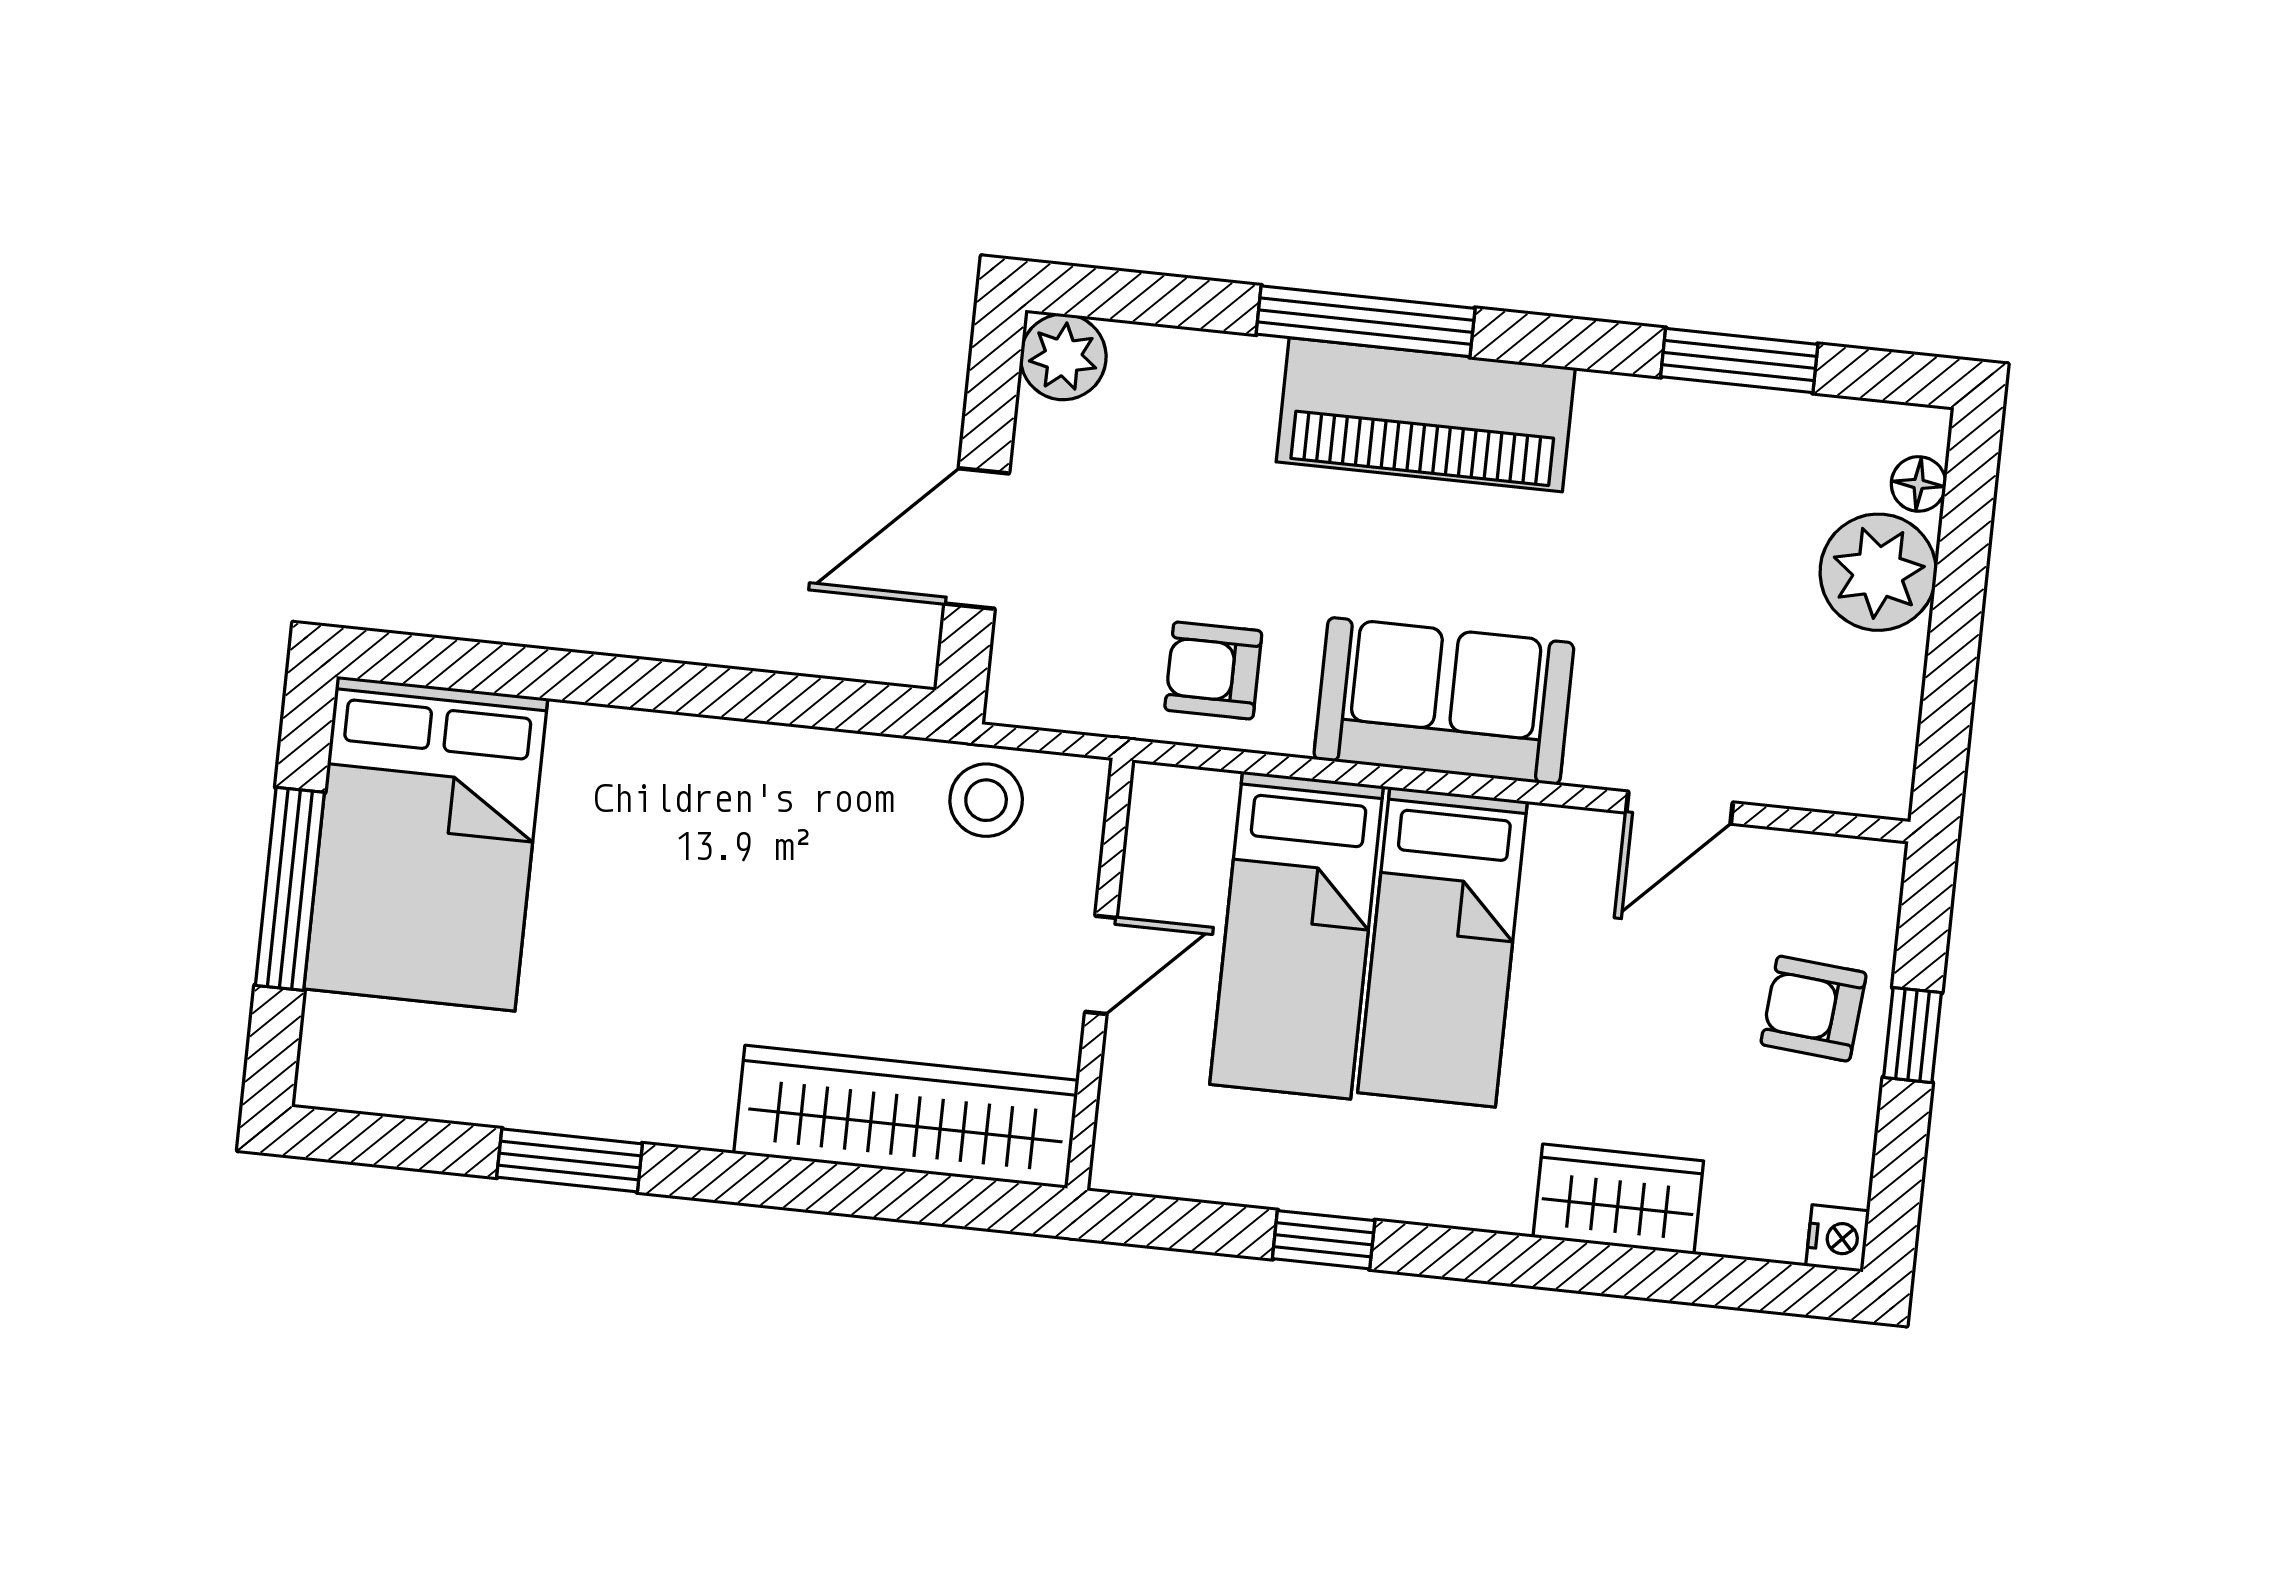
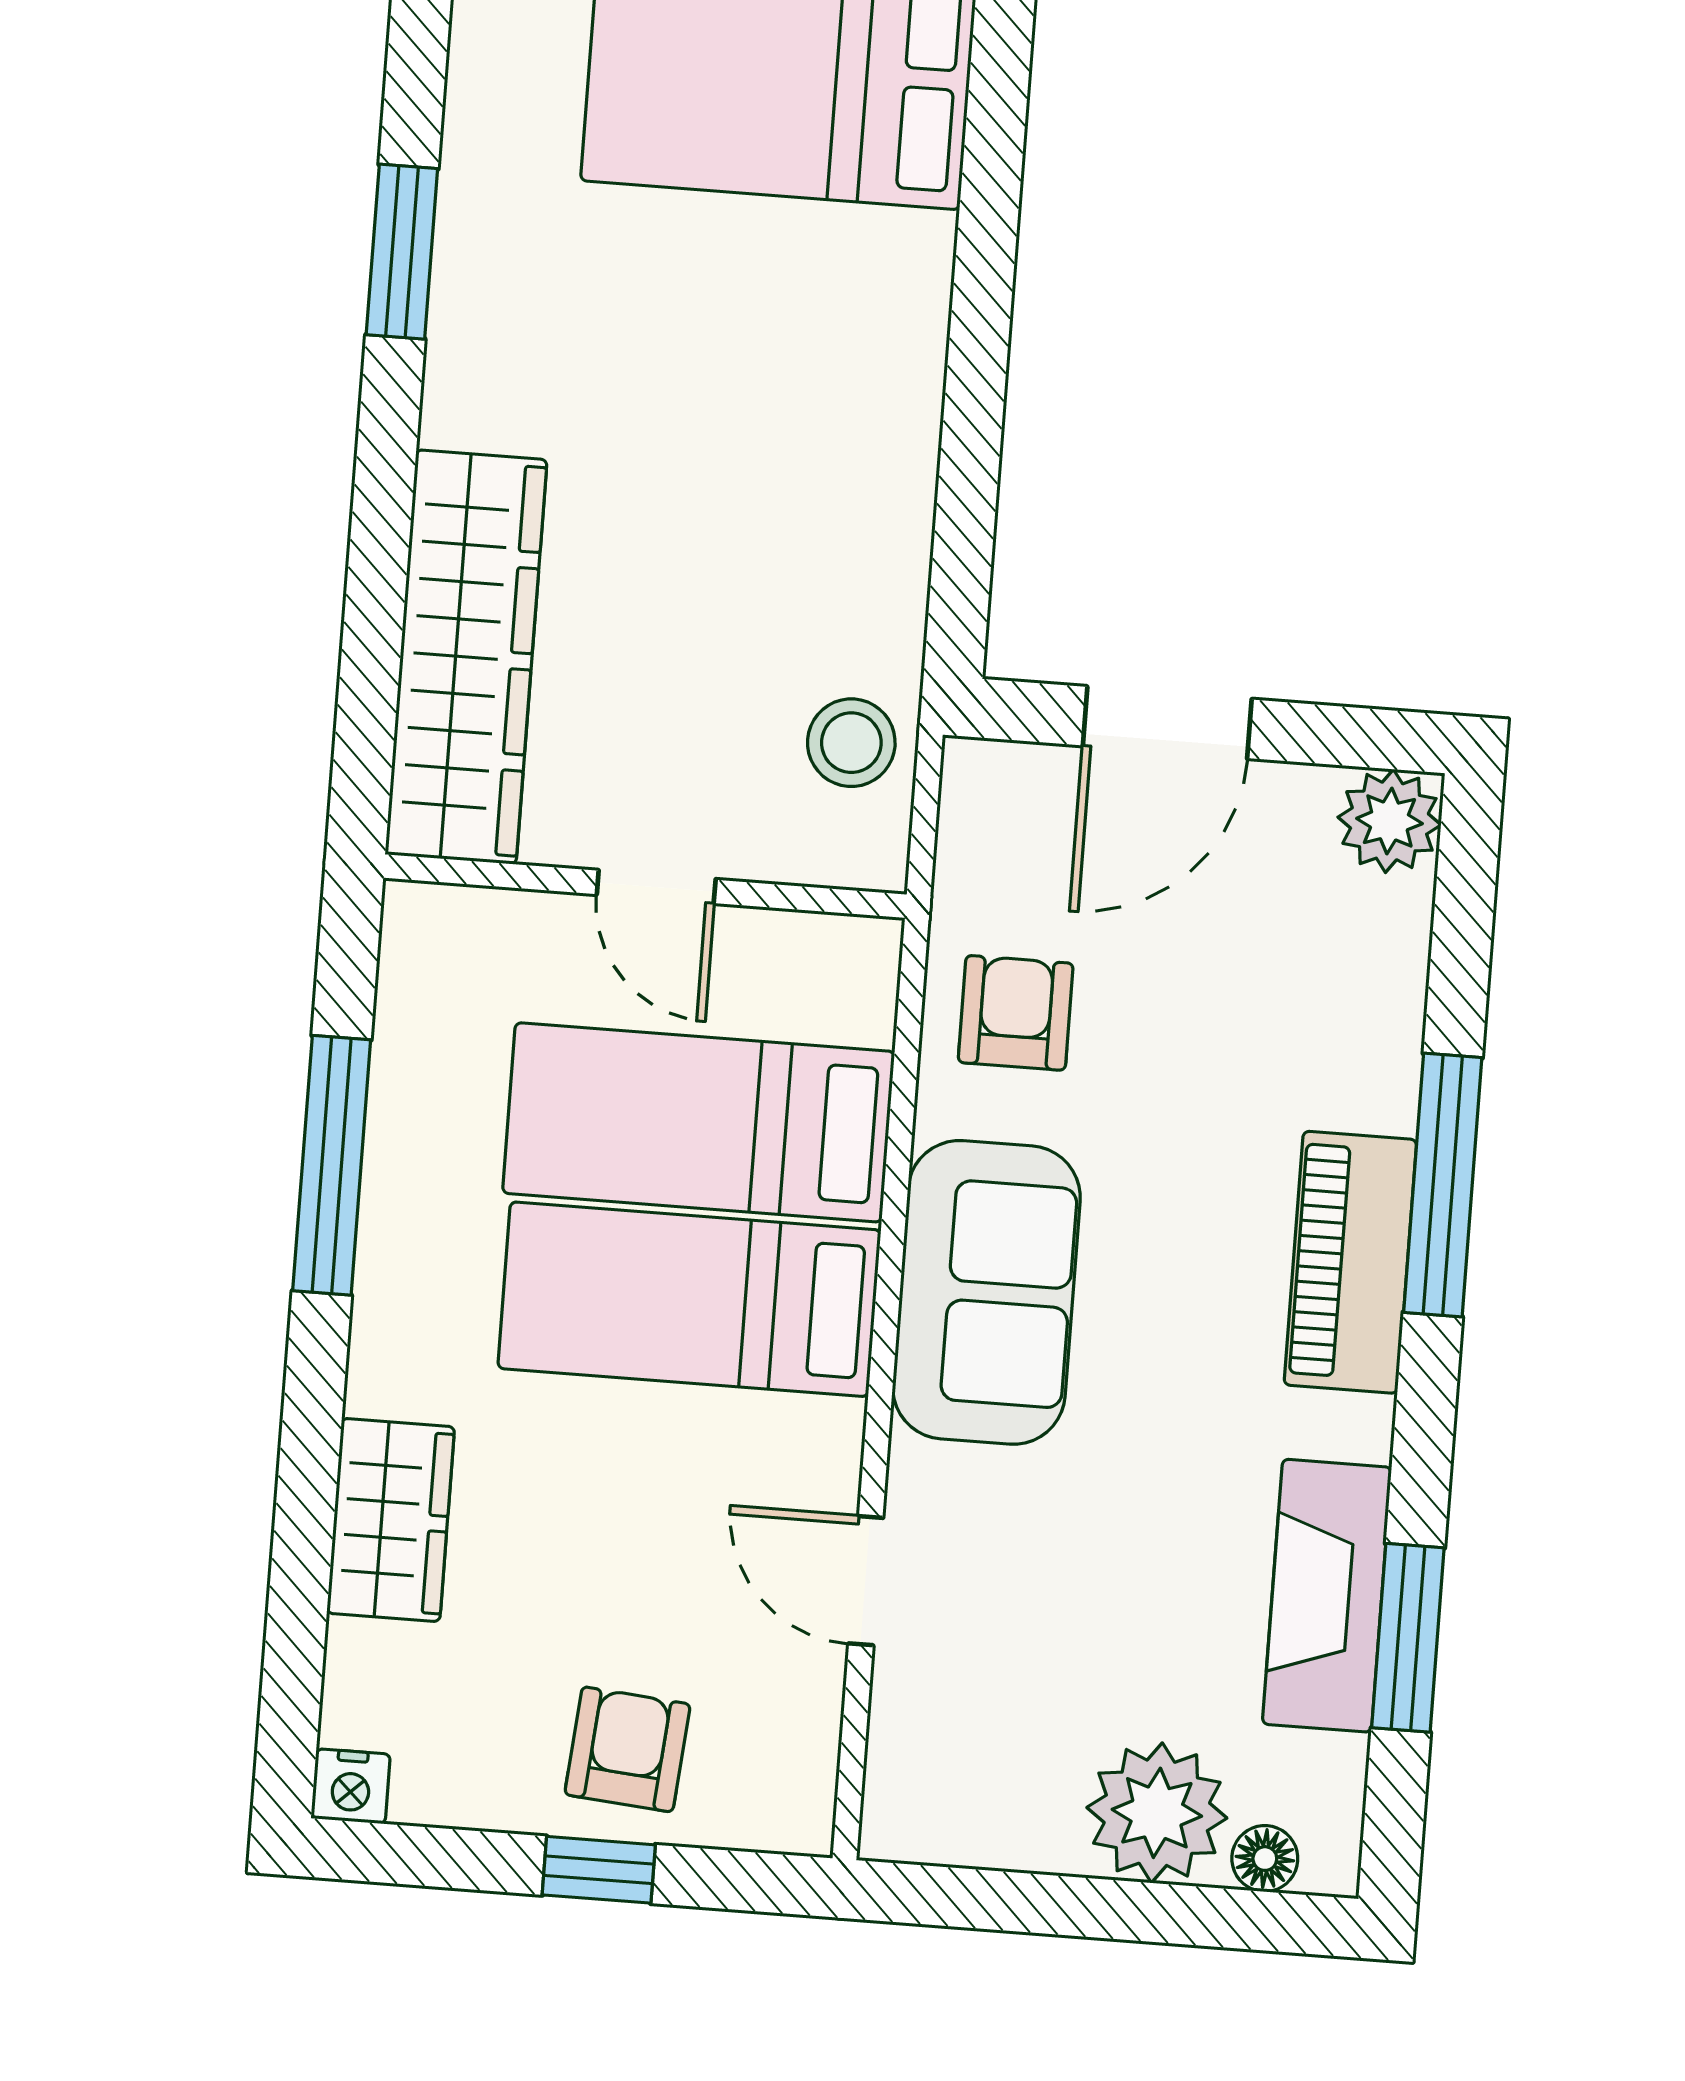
piano: (1426, 415) -> (1350, 1262), width x0.73, depth x0.75
fireplace: (1703, 426) -> (1327, 1596), added
door: (977, 538) -> (1167, 723), swing flipped
window: (1324, 1240) -> (332, 1165), width x2.17

